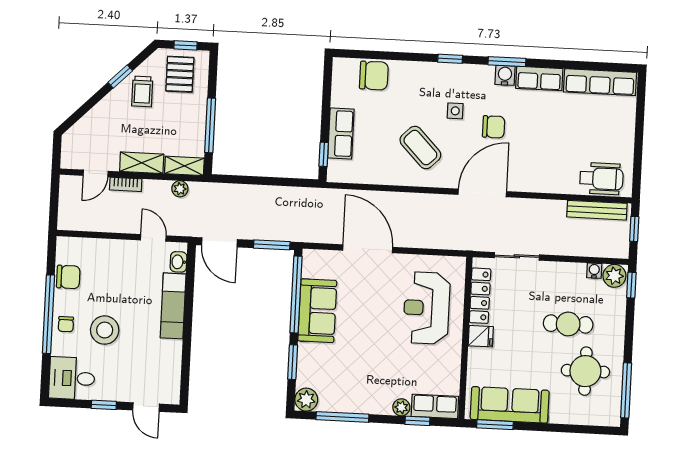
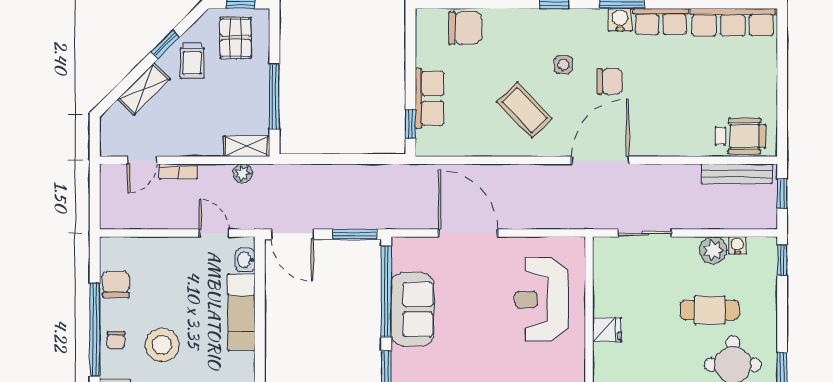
shelving: (142, 163) -> (144, 89), moved, turned -45
plant: (614, 276) -> (713, 250), moved
chair: (68, 277) -> (116, 284), turned -90
locker: (480, 296) -> (604, 282), removed

